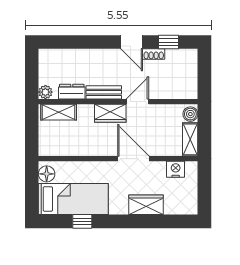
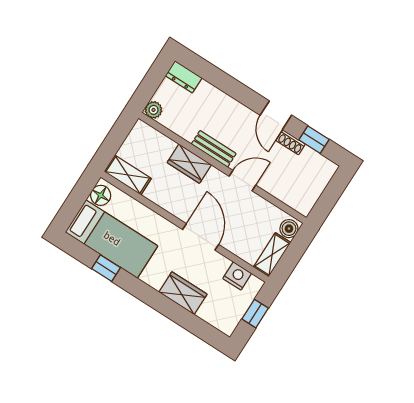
dresser: (72, 92) -> (184, 77), moved, turned 180
shelving: (59, 112) -> (128, 175), moved
wardrobe: (110, 113) -> (189, 164), moved
window: (204, 187) -> (255, 314), added

